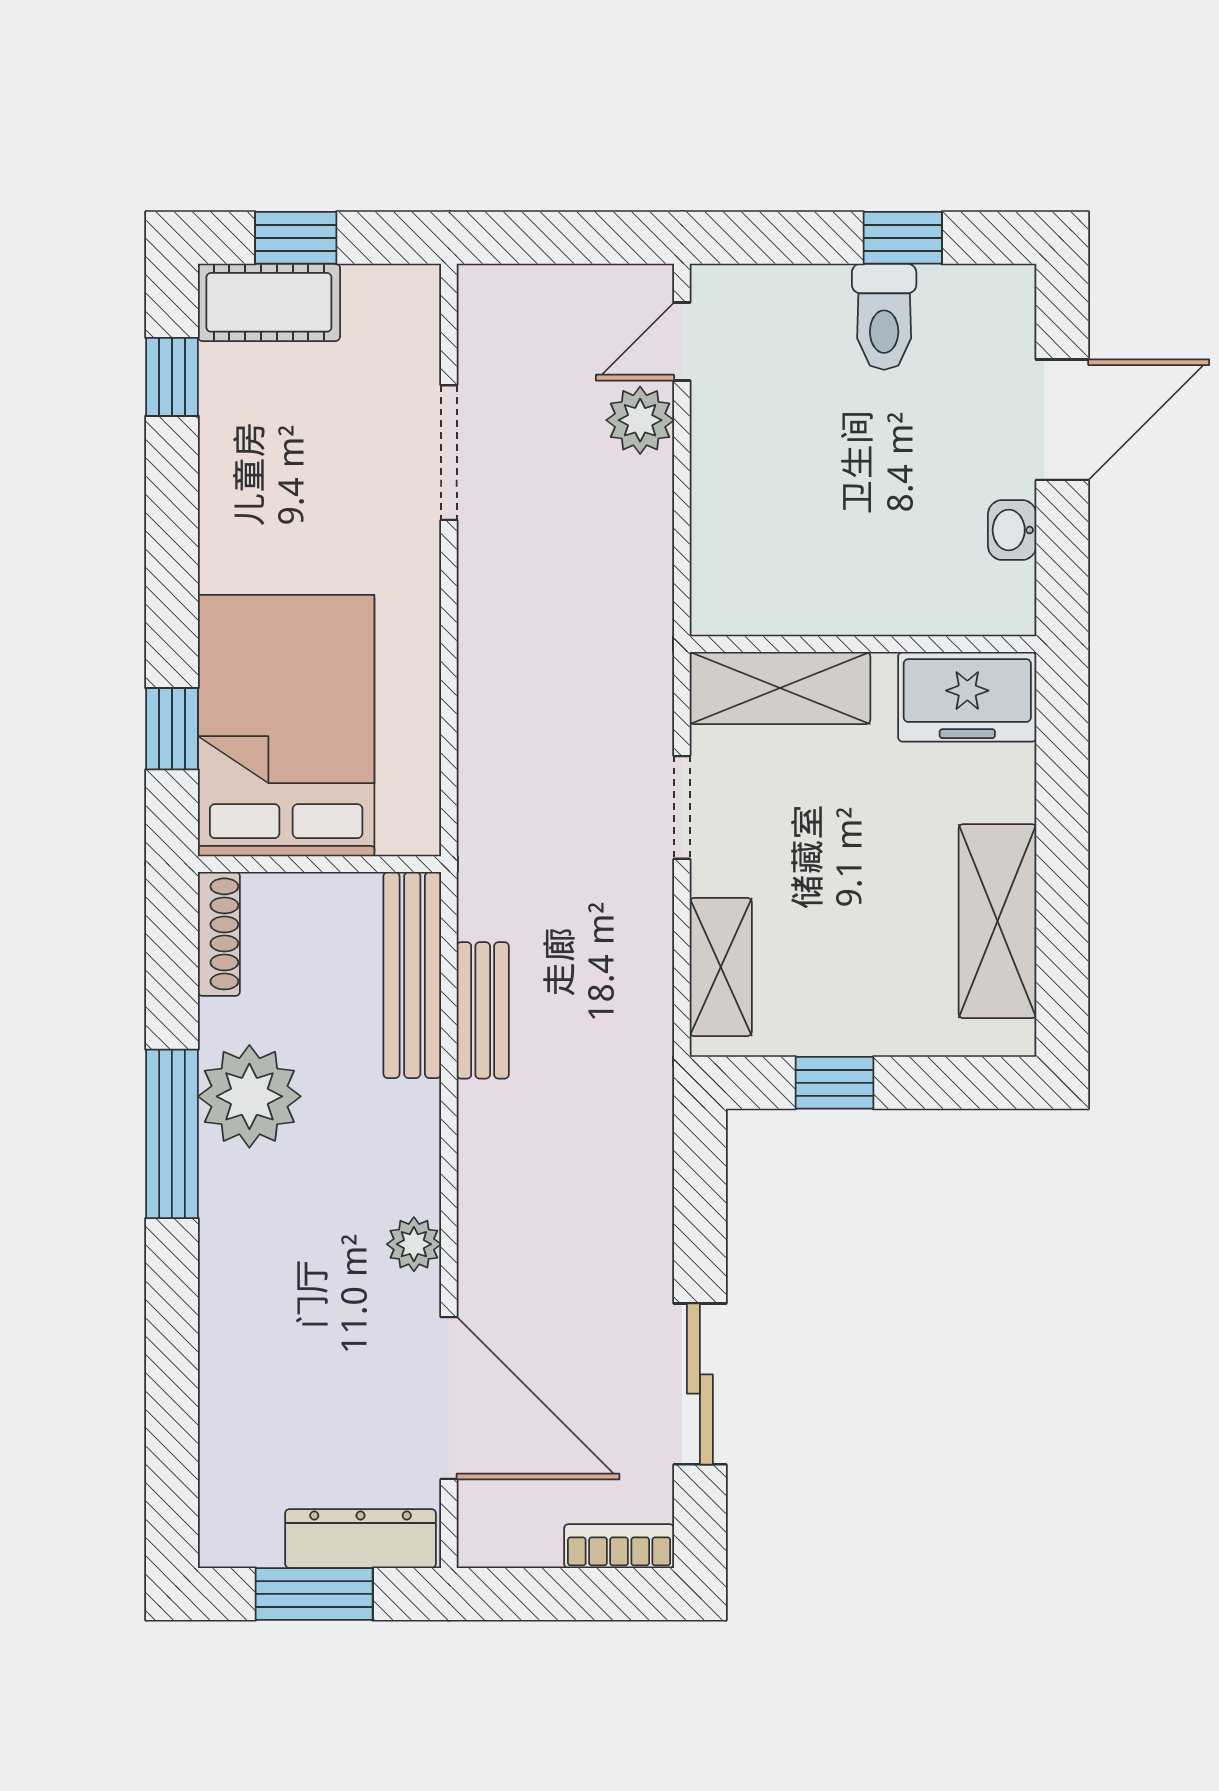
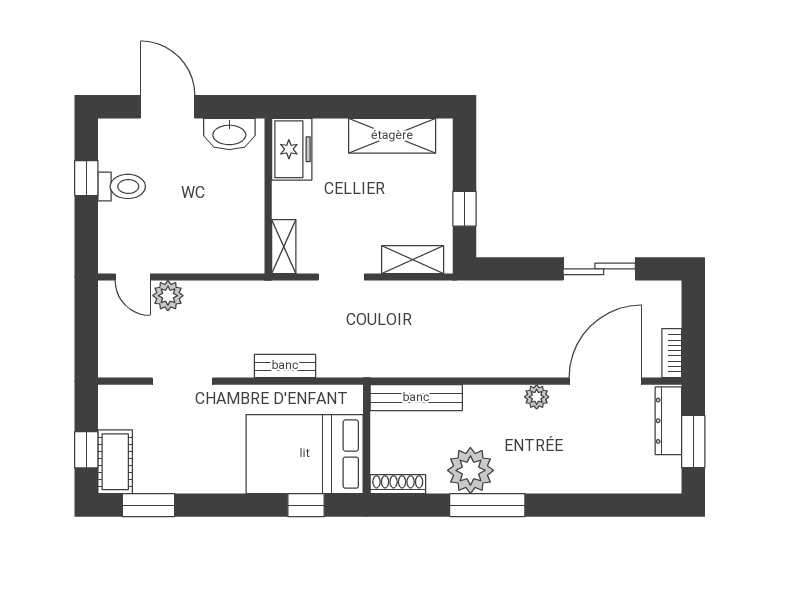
window: (172, 377) -> (149, 505), width x1.50
washbasin: (1012, 530) -> (229, 134), width x1.91, depth x1.45
shelving: (780, 688) -> (284, 247), width x0.67, depth x0.75
bench: (483, 1010) -> (285, 366), moved
bookcase: (619, 1546) -> (672, 353), moved

